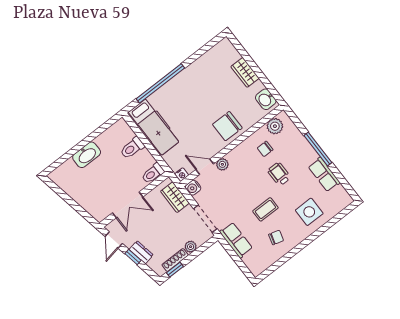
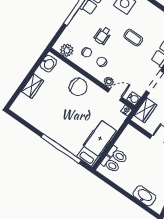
washbasin: (87, 155) -> (144, 196), moved
door: (205, 167) -> (115, 95), swing flipped
toilet: (153, 173) -> (110, 164), moved
chair: (276, 237) -> (102, 62), moved

